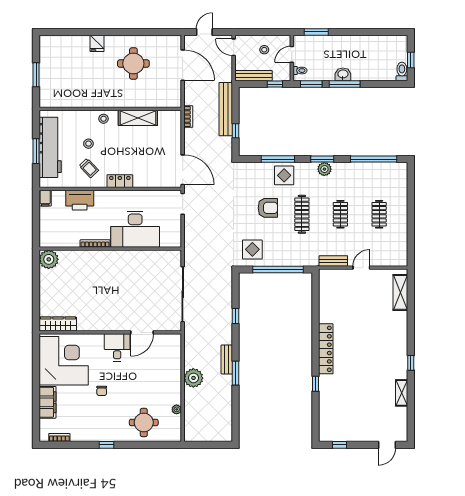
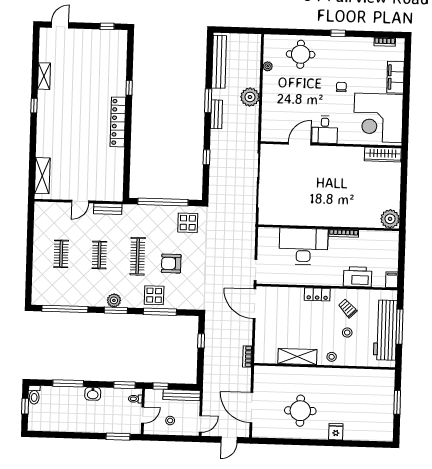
door: (234, 47) -> (200, 424), hinge flipped
window: (345, 84) -> (68, 383), moved
bench: (226, 109) -> (219, 62), moved
window: (36, 151) -> (399, 327), width x1.44

